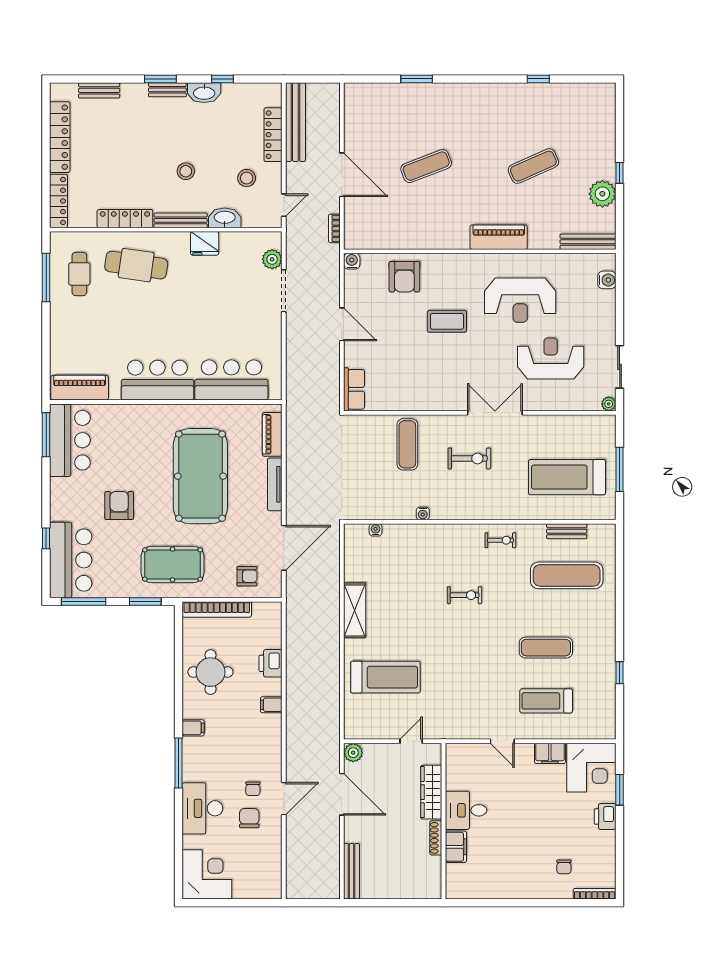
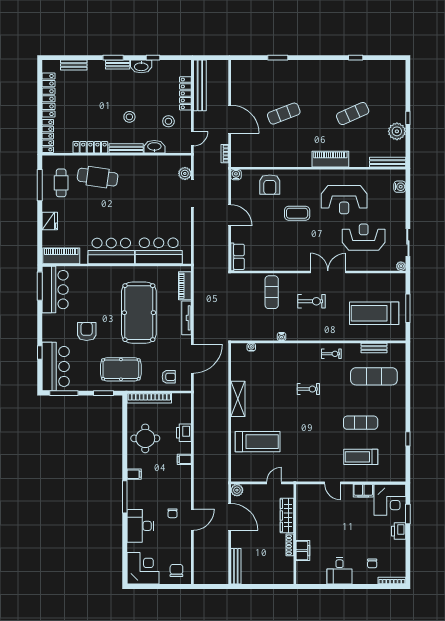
fridge: (205, 243) -> (50, 221), moved, turned -90
desk: (466, 810) -> (340, 571), moved, turned -90
chair: (249, 818) -> (176, 571), moved

